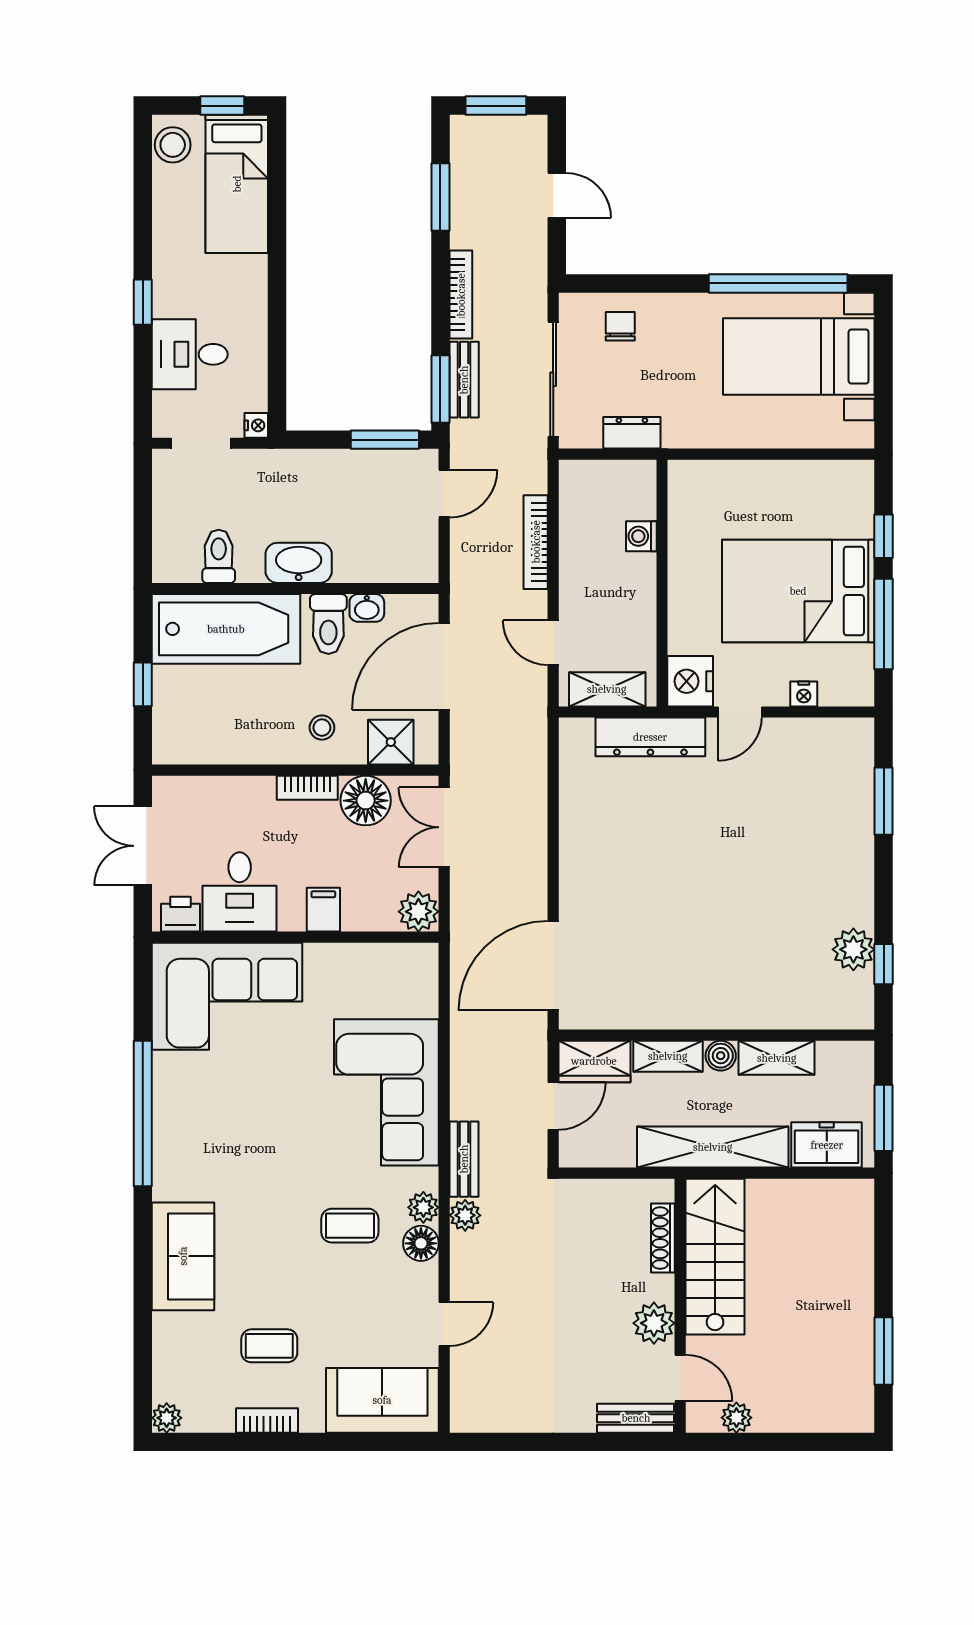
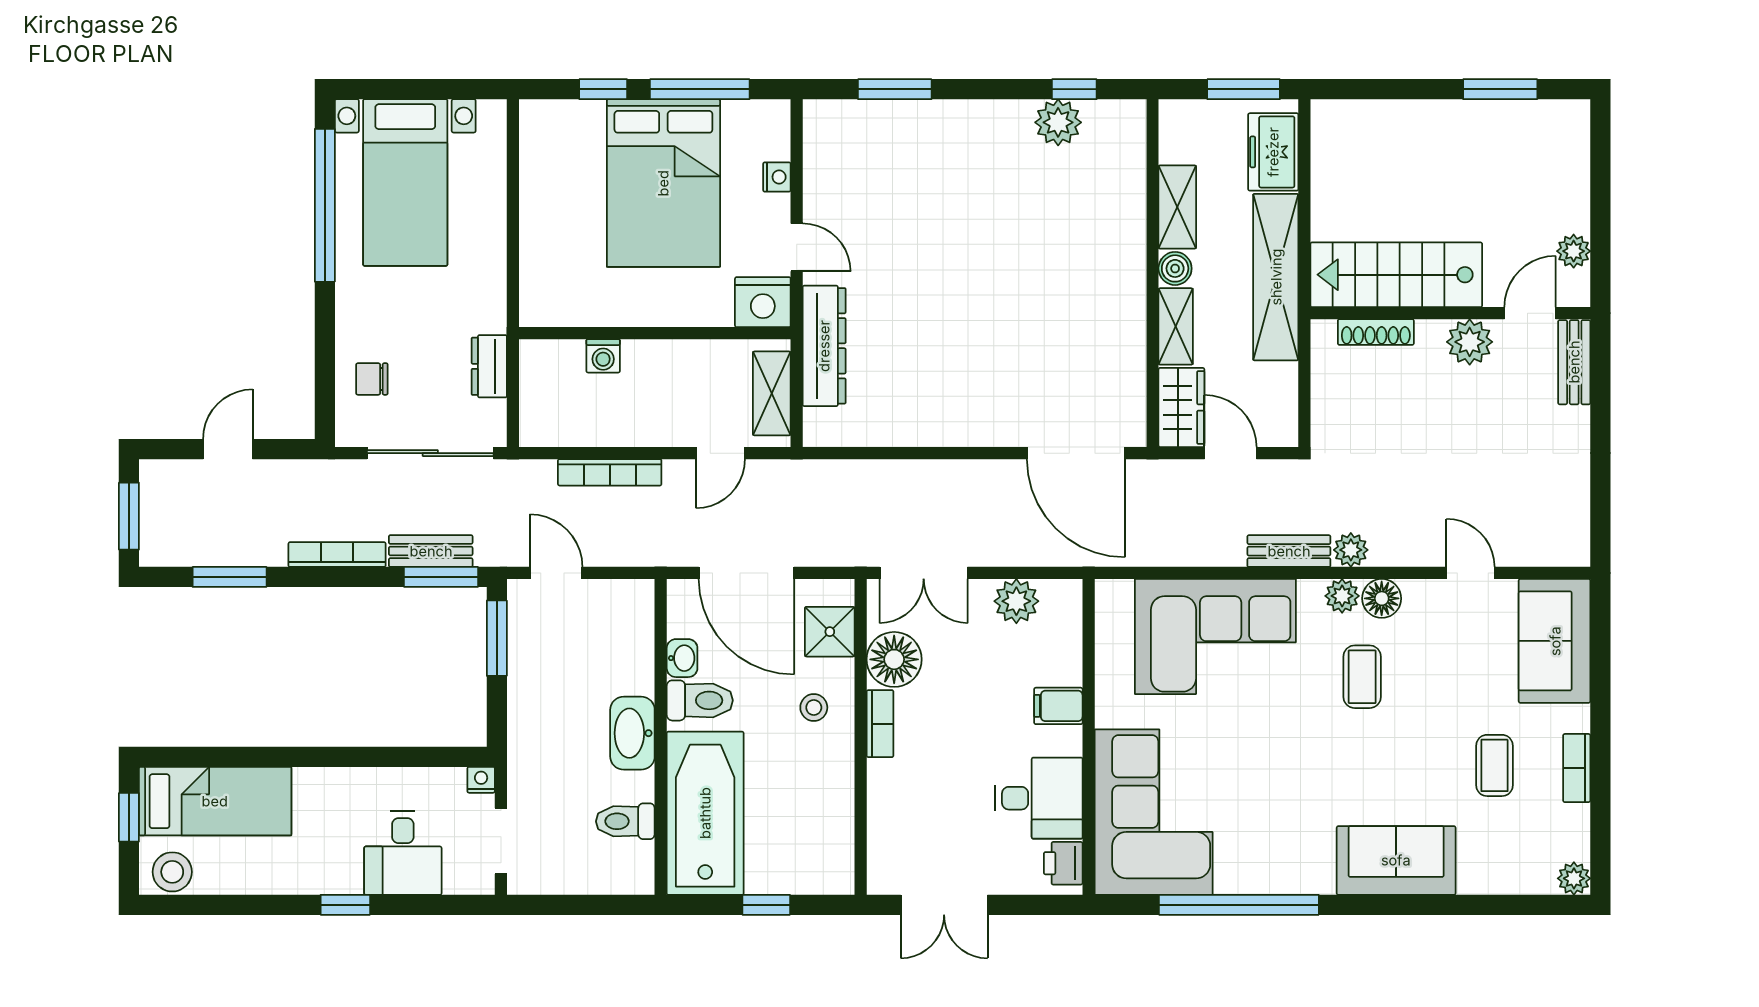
desk: (240, 892) -> (1039, 798), moved
filing cabinet: (323, 910) -> (1058, 706), moved
printer: (180, 914) -> (1063, 863), moved
wall: (295, 937) -> (1089, 737), moved
corner sofa: (227, 996) -> (1154, 812), moved

